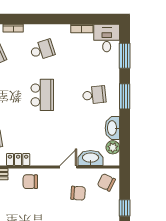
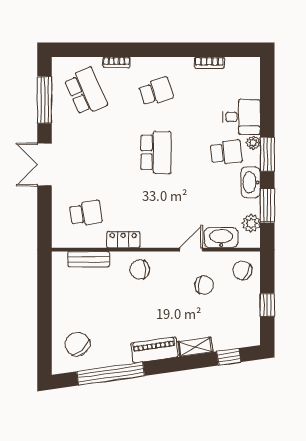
desk: (107, 38) -> (242, 117), moved, turned 90
window: (125, 56) -> (267, 205), moved
plant: (114, 88) -> (253, 143), added
washbasin: (112, 128) -> (251, 182), moved

